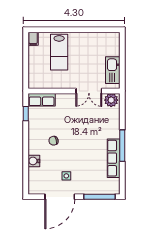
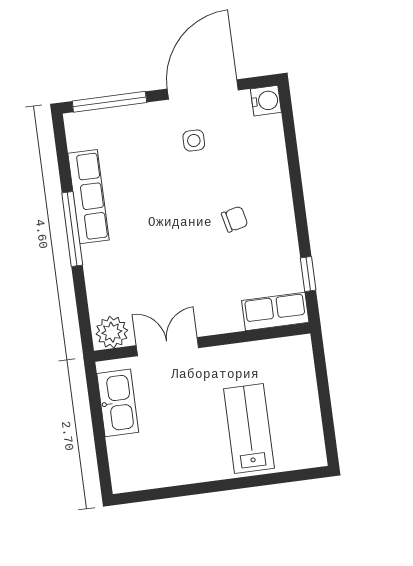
filing cabinet: (33, 39) -> (314, 452), removed
water cooler: (34, 161) -> (266, 101), moved

